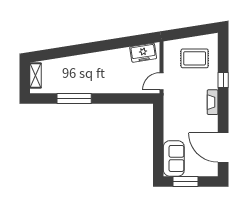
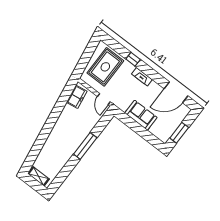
rug: (195, 58) -> (105, 67), width x1.36, depth x1.43
window: (74, 98) -> (85, 146), moved
sofa: (174, 158) -> (141, 115), moved

